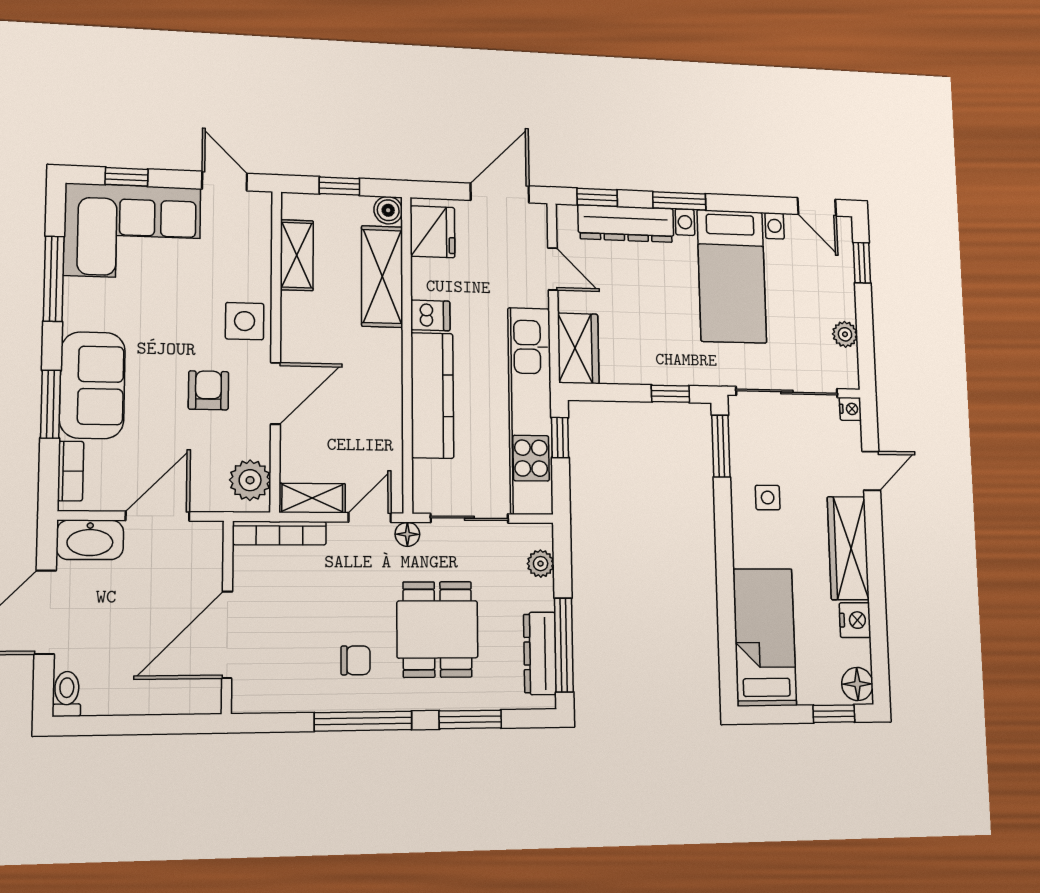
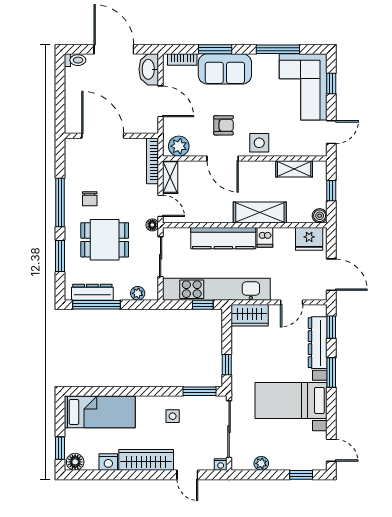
door: (817, 207) -> (331, 450), swing flipped
shelving: (382, 277) -> (260, 213), moved

